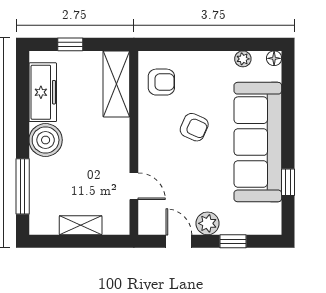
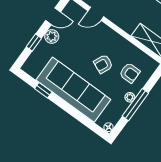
window: (217, 44) -> (135, 105), added
plant: (243, 59) -> (130, 97), moved
armchair: (161, 82) -> (130, 73), moved, turned -90

